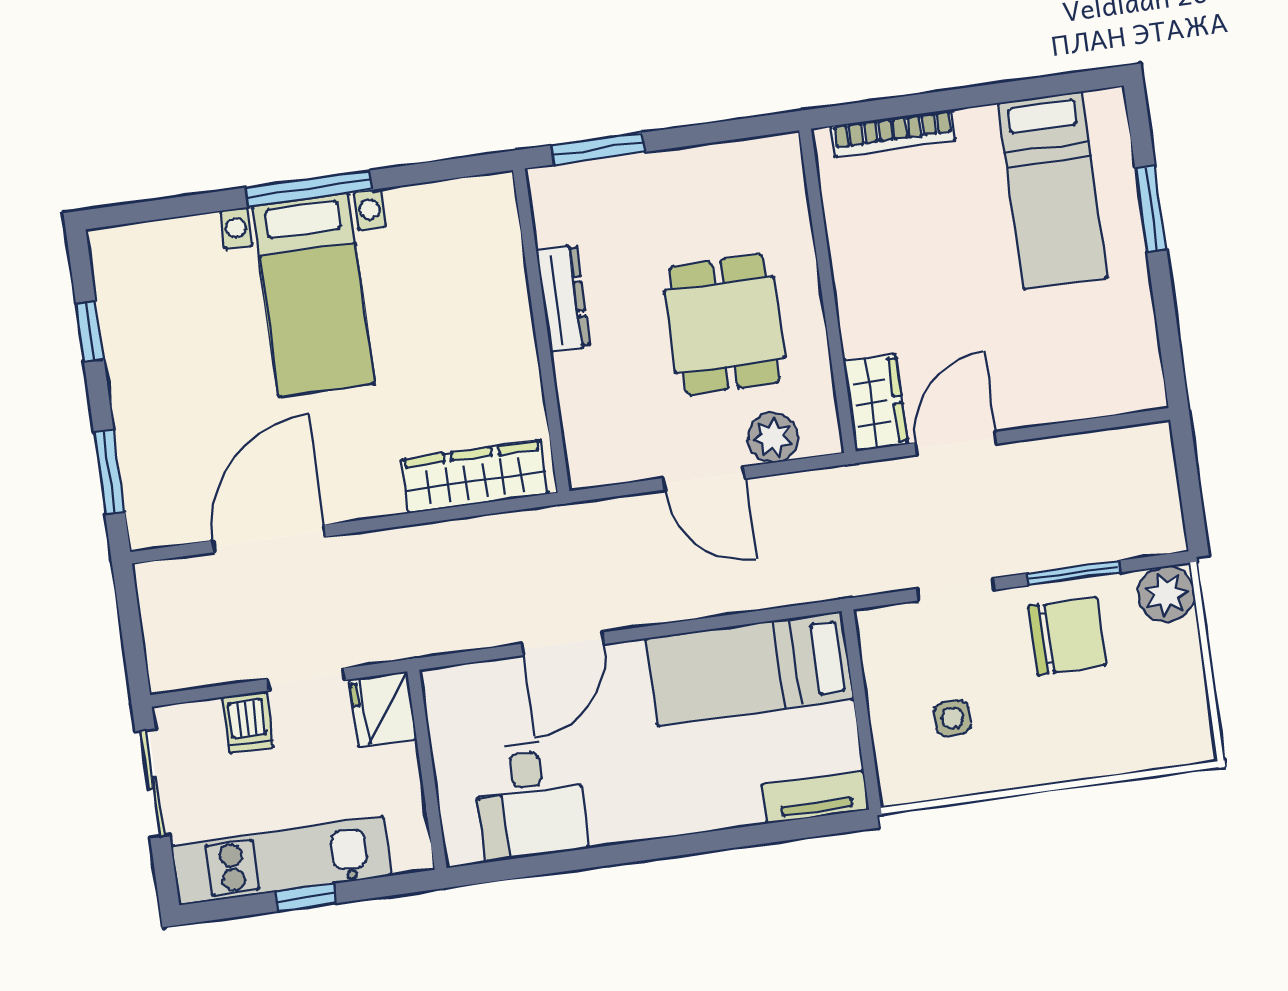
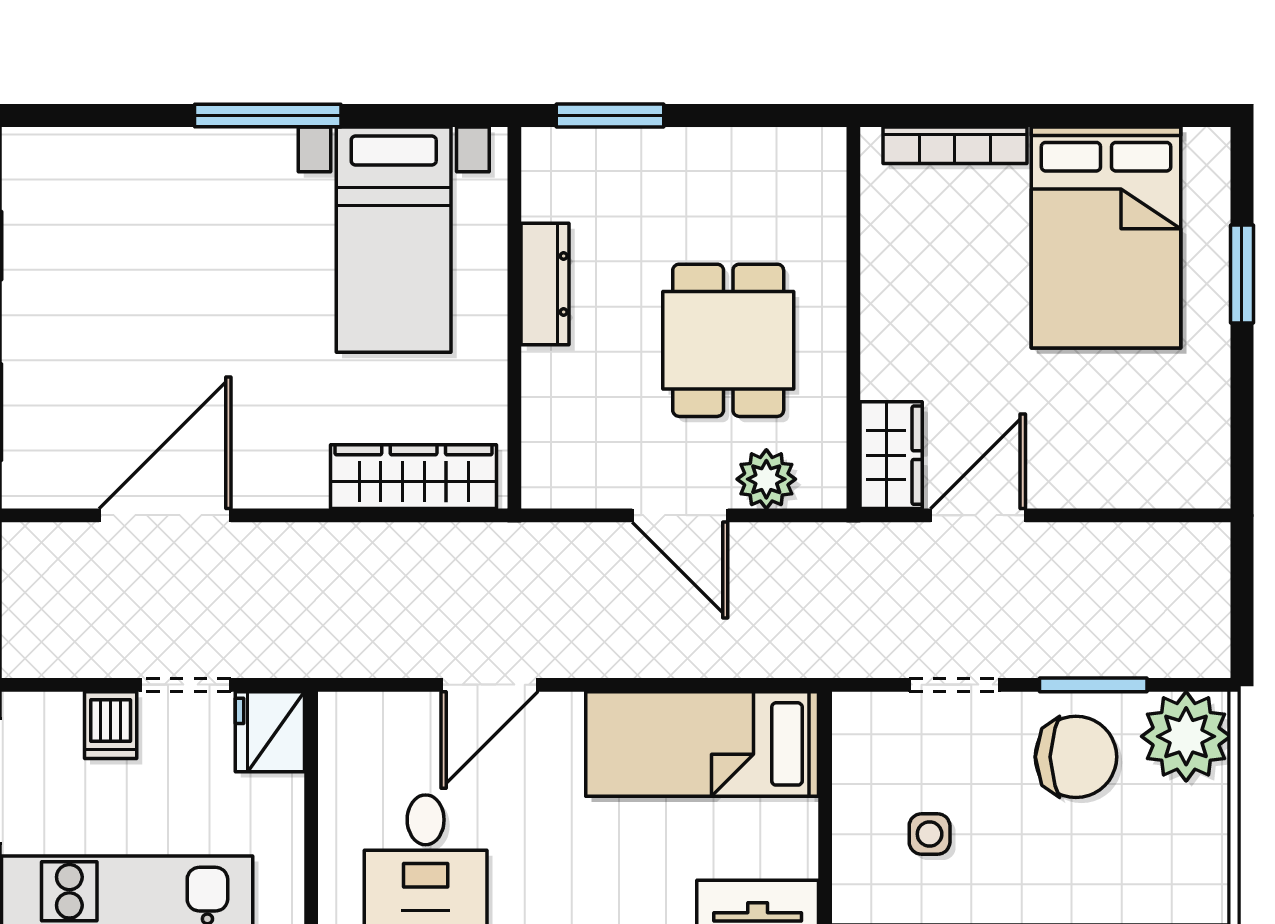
bed: (1053, 191) -> (1106, 237), width x1.50
bed with nightstands: (313, 295) -> (394, 240), moved
plant: (1166, 594) -> (1186, 736), width x1.36, depth x1.36

